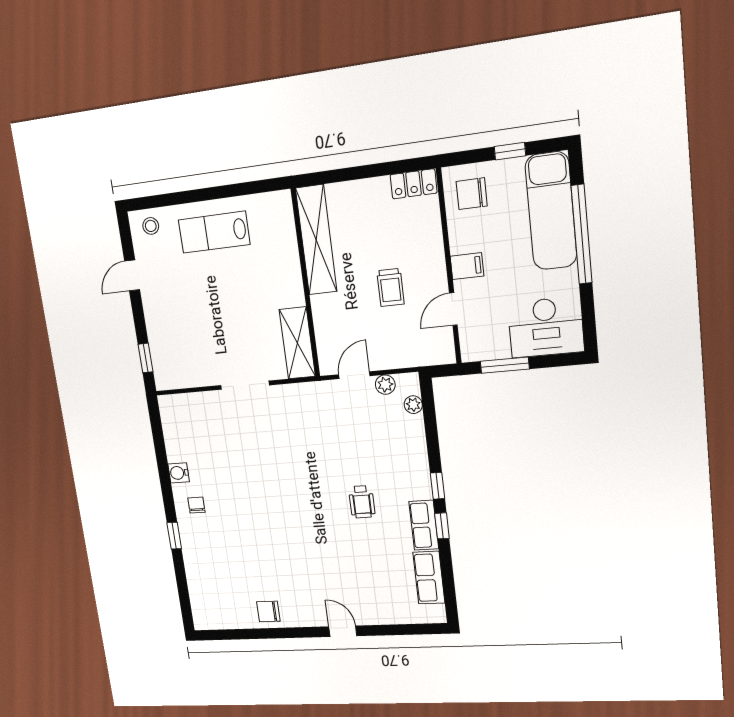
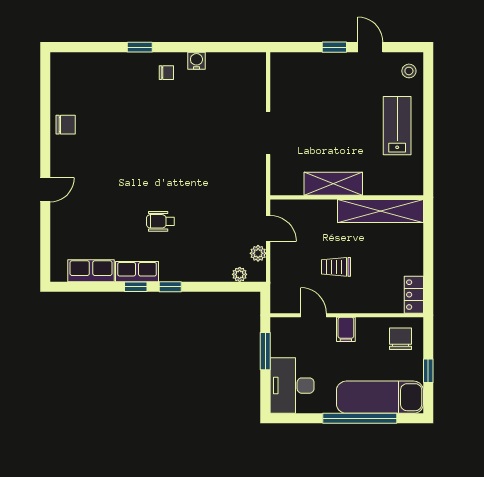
shelving: (297, 343) -> (333, 184), moved
window: (145, 358) -> (334, 47), moved
chair: (268, 612) -> (66, 125), turned 90

